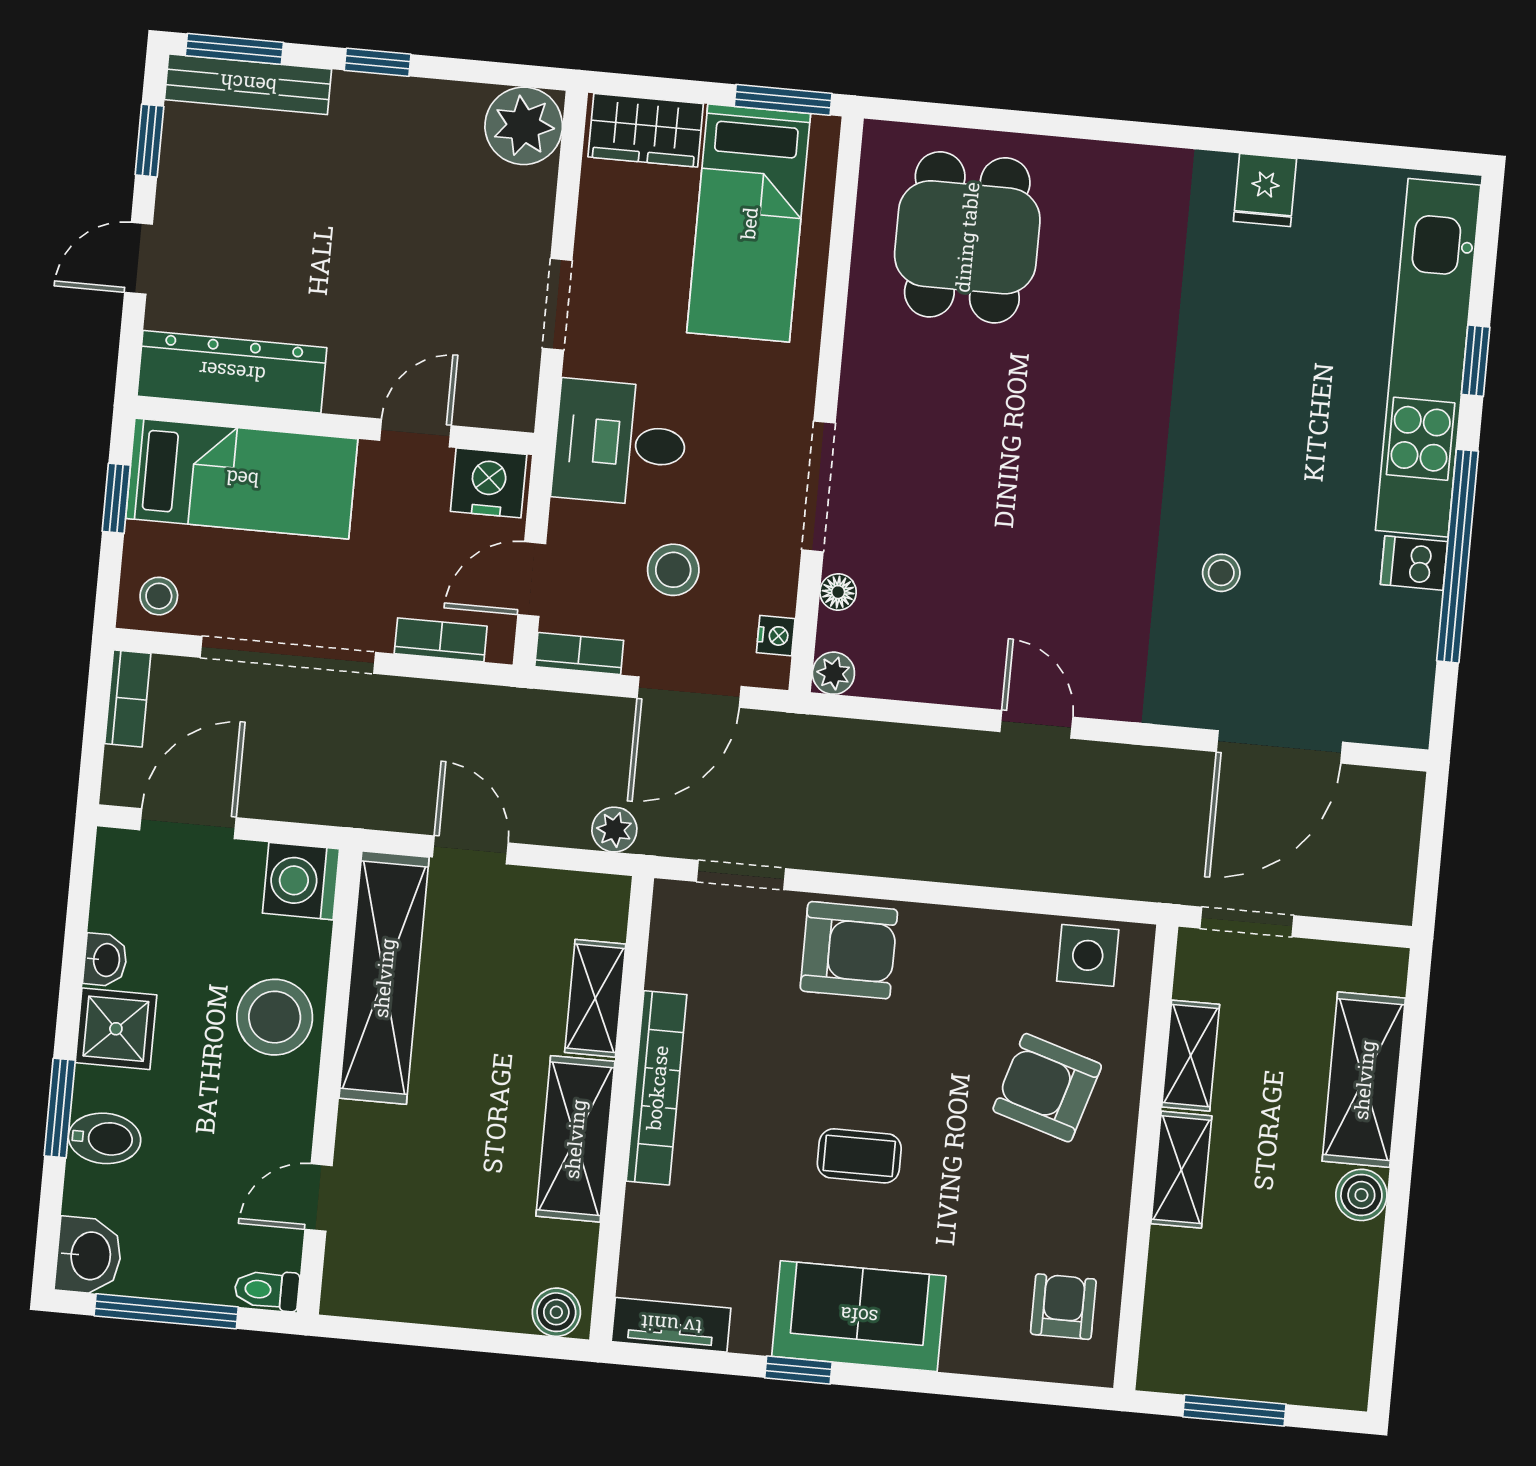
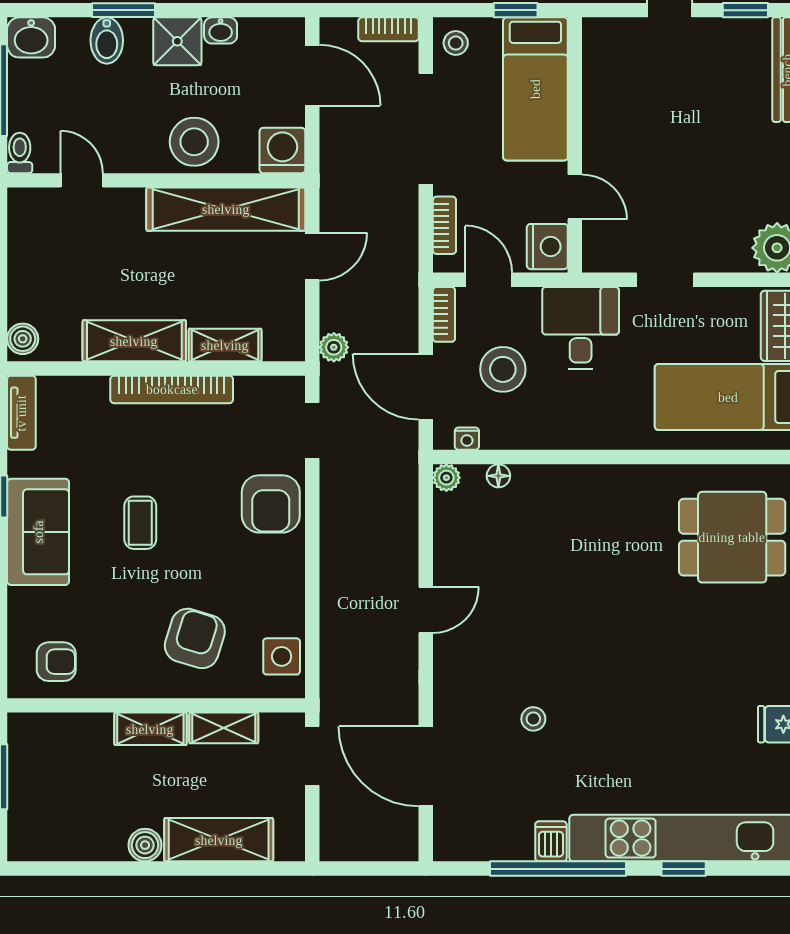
dresser: (232, 372) -> (603, 76), removed
doorway: (819, 486) -> (565, 457), removed
stool: (673, 570) -> (503, 369), width x1.38, depth x1.38

